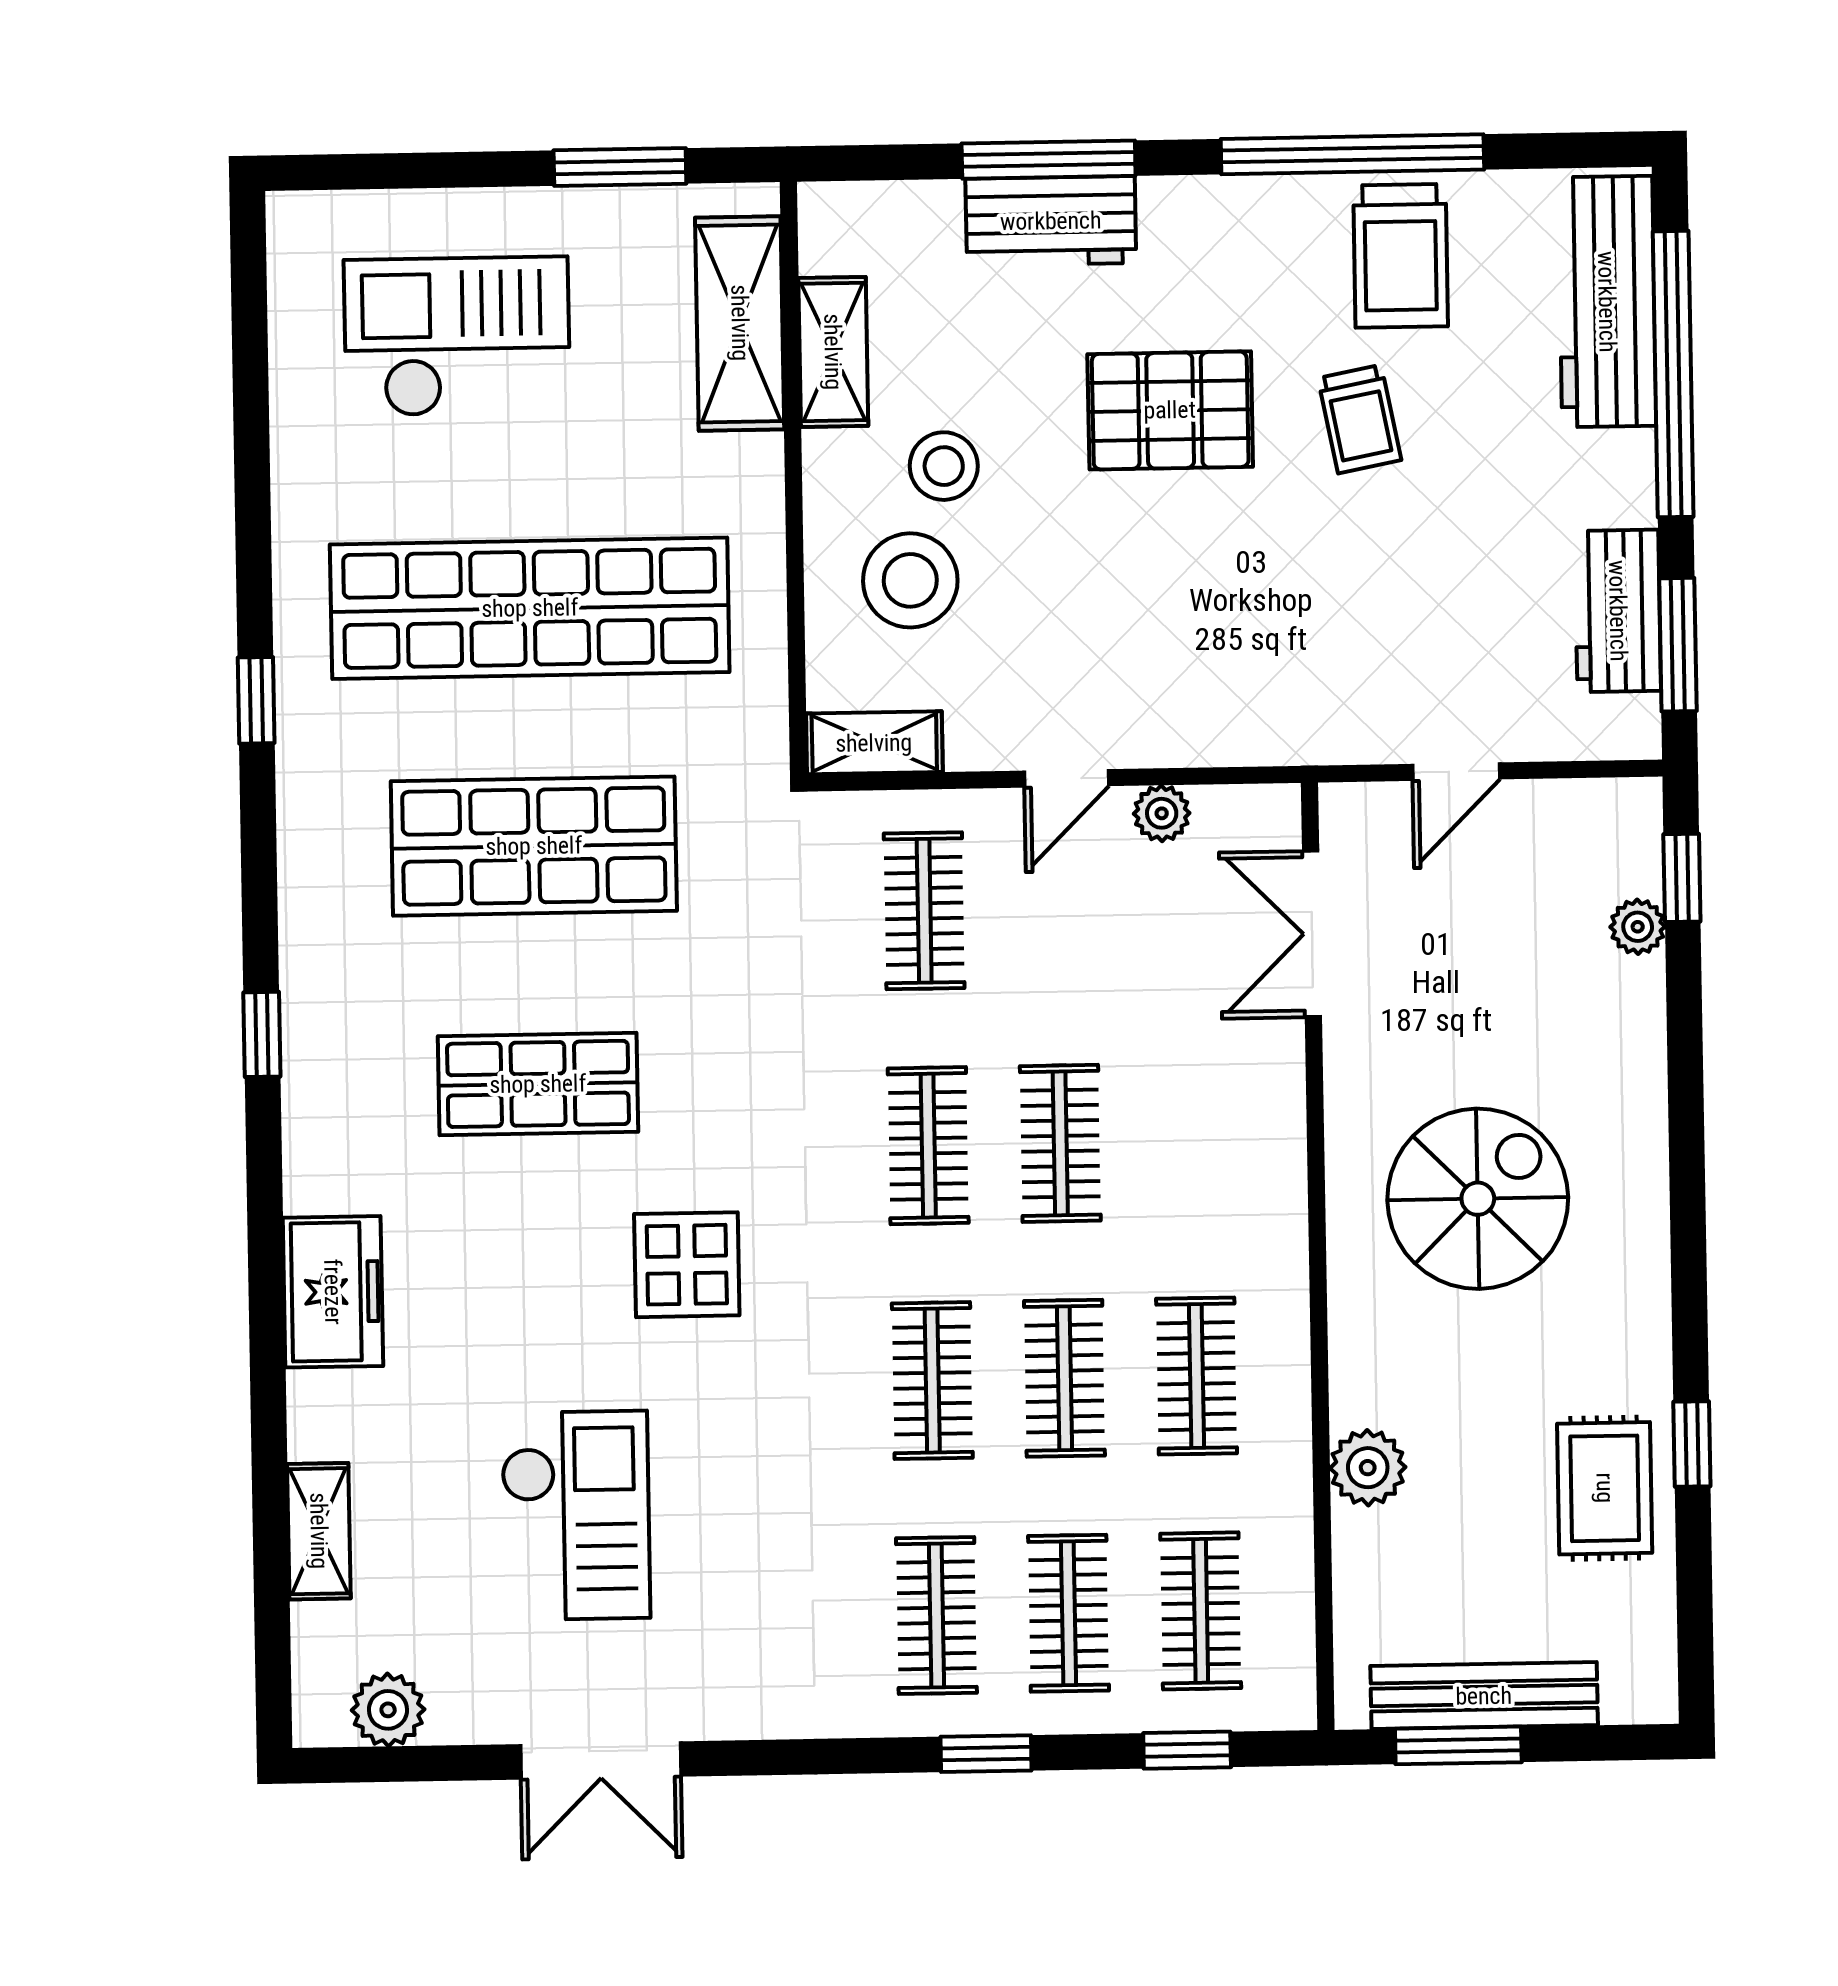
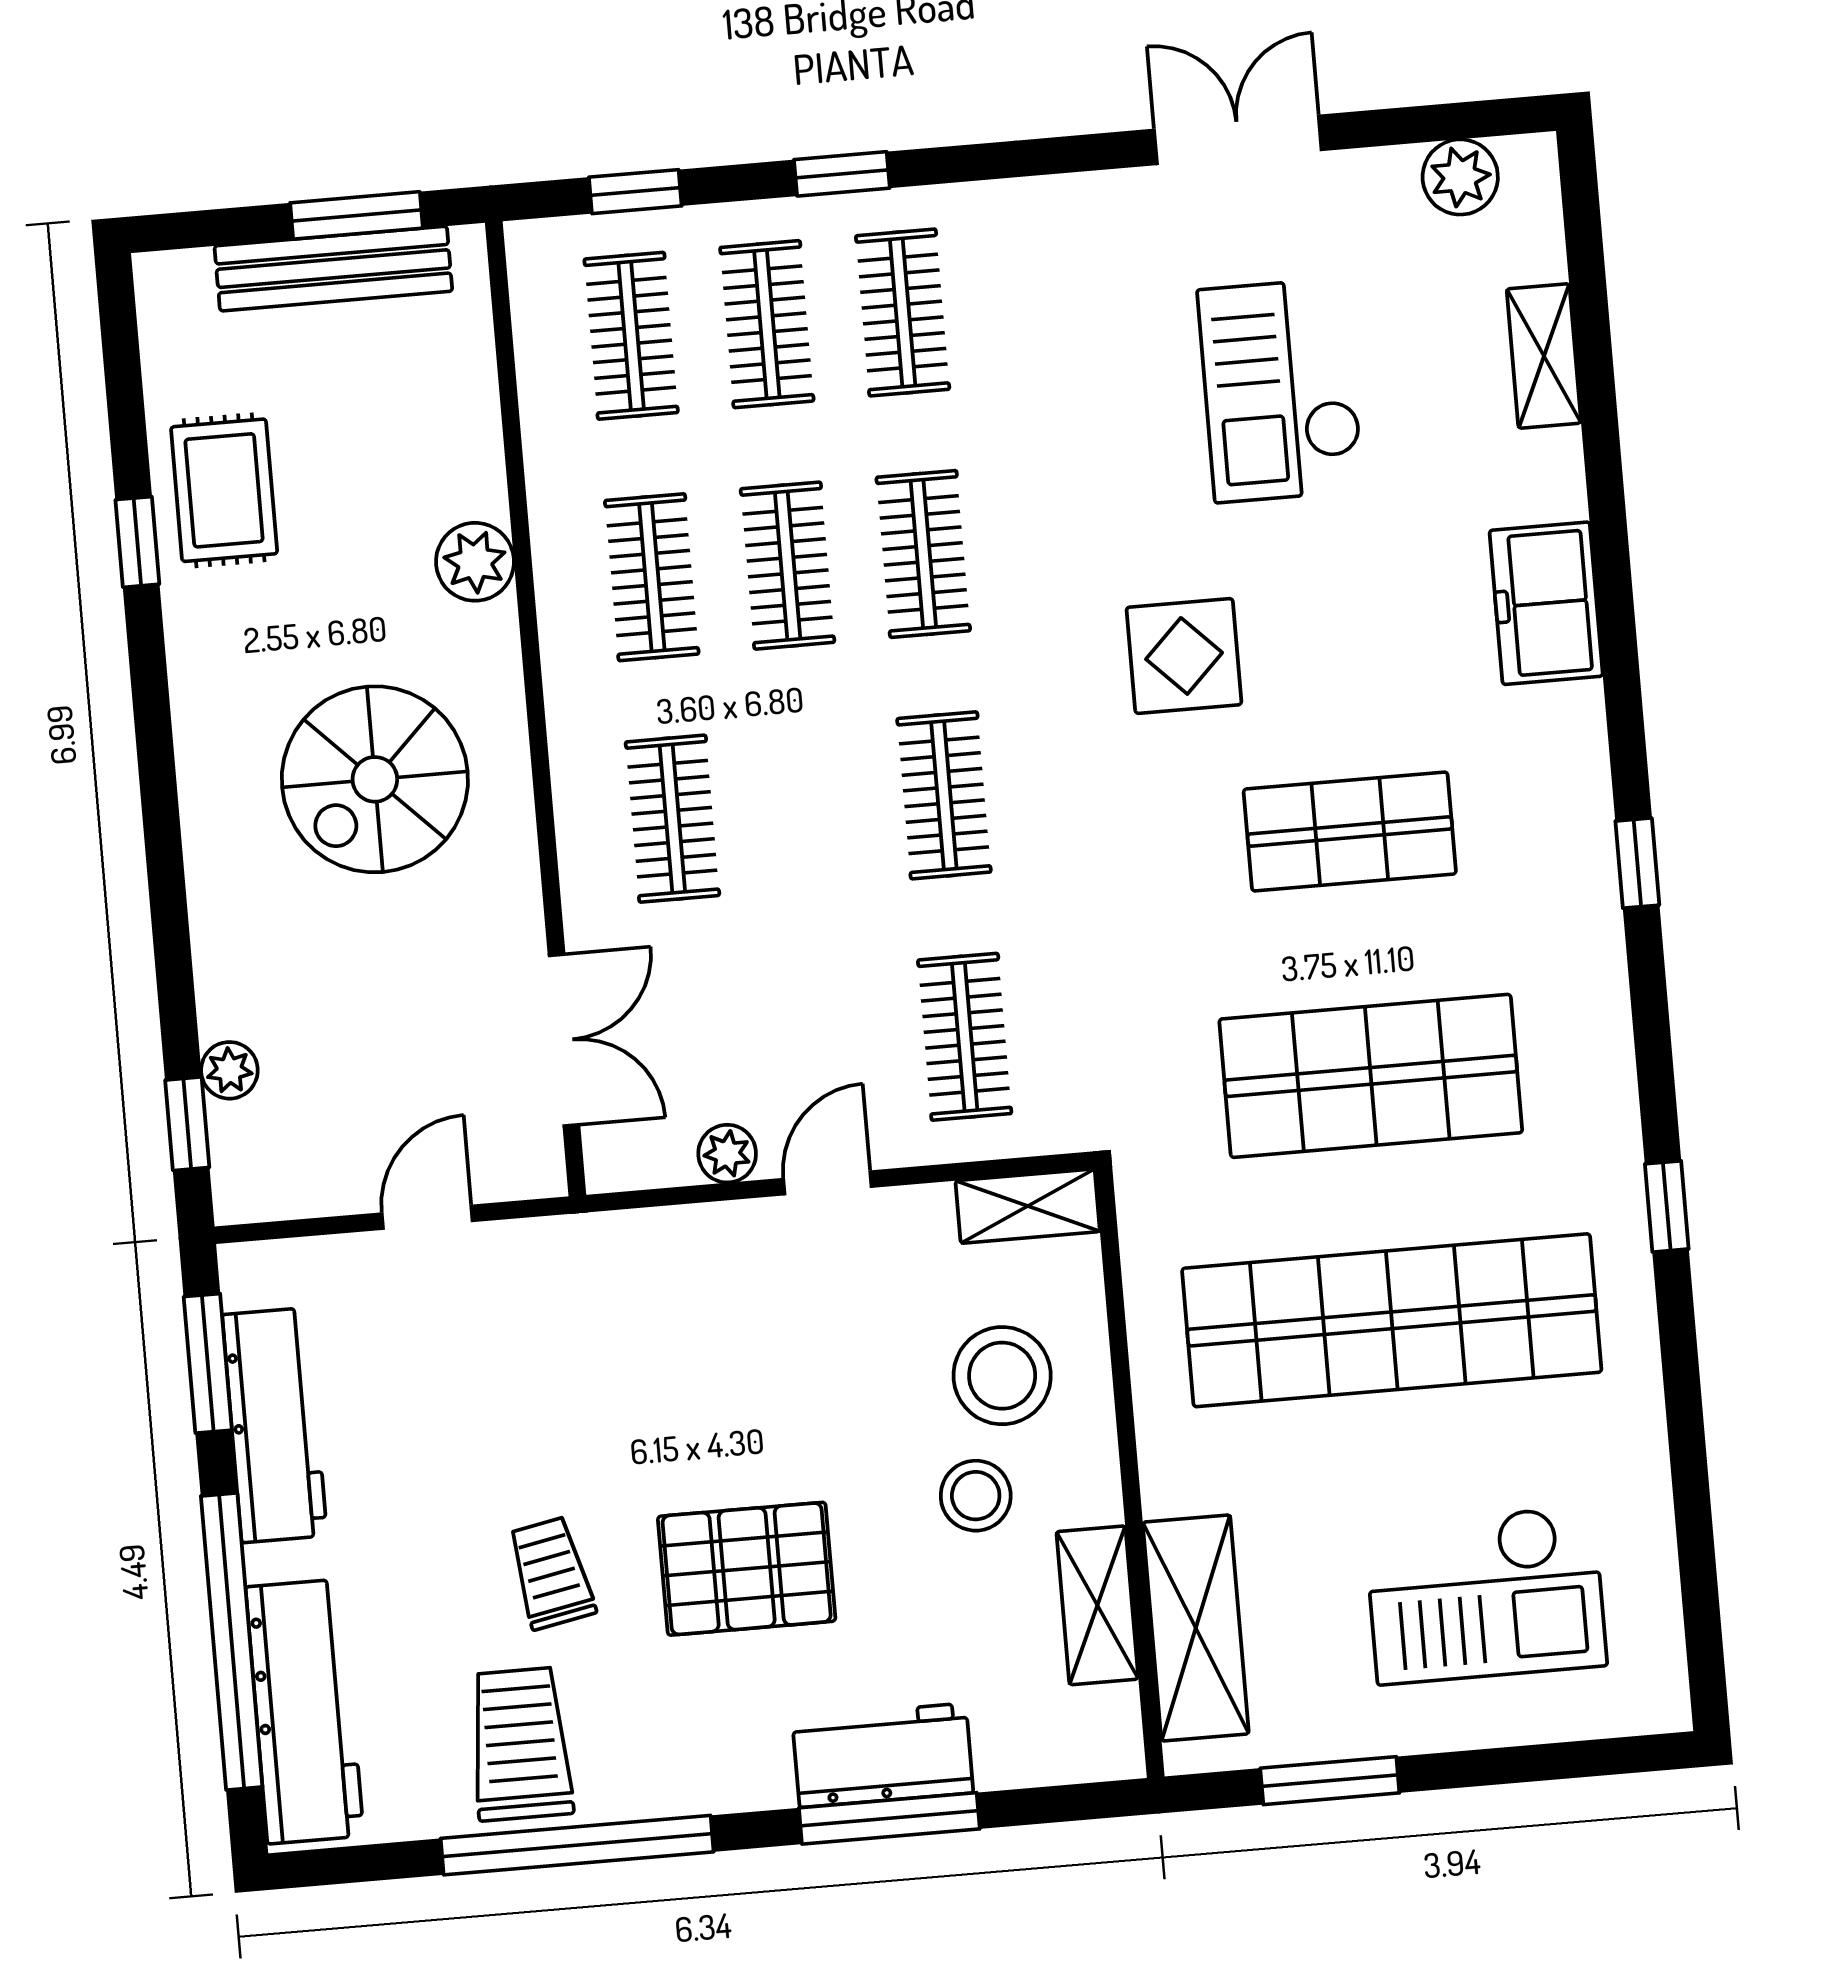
workbench: (1618, 611) -> (275, 1425), width x1.37
clothes rail: (1060, 1143) -> (672, 819), moved
plant: (1368, 1468) -> (475, 562), moved

